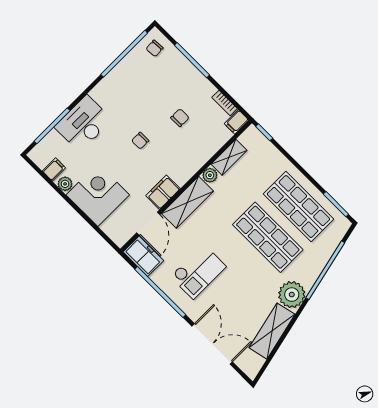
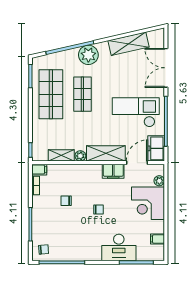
plant: (65, 184) -> (159, 181), moved
shop shelf: (268, 237) -> (82, 94), width x0.70, depth x0.74
checkout: (198, 271) -> (136, 112), width x1.36, depth x1.21
plant: (292, 295) -> (88, 55), moved

